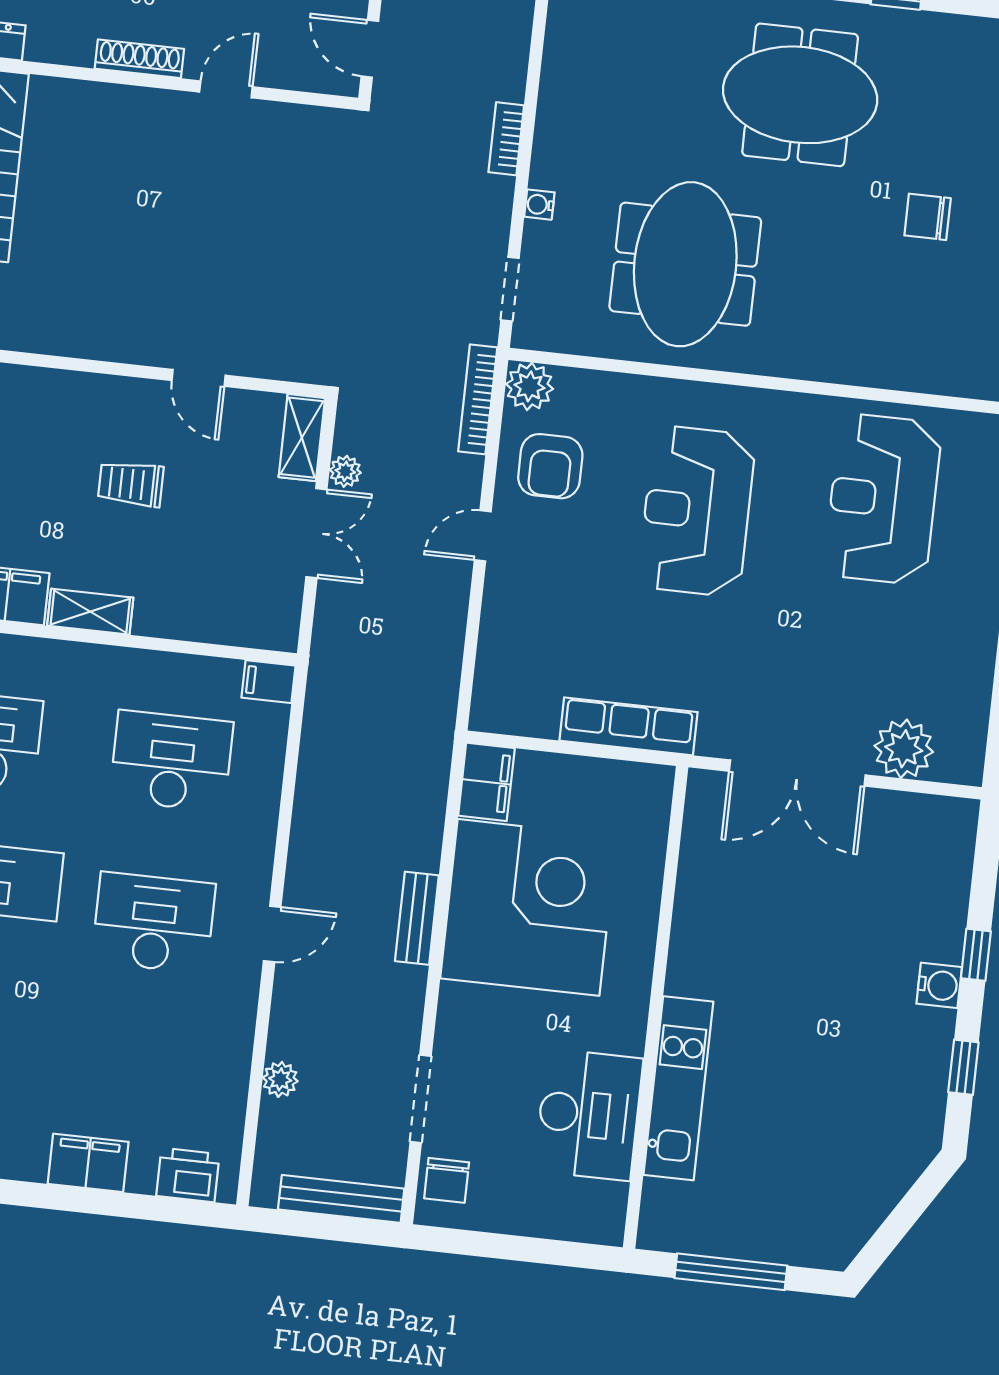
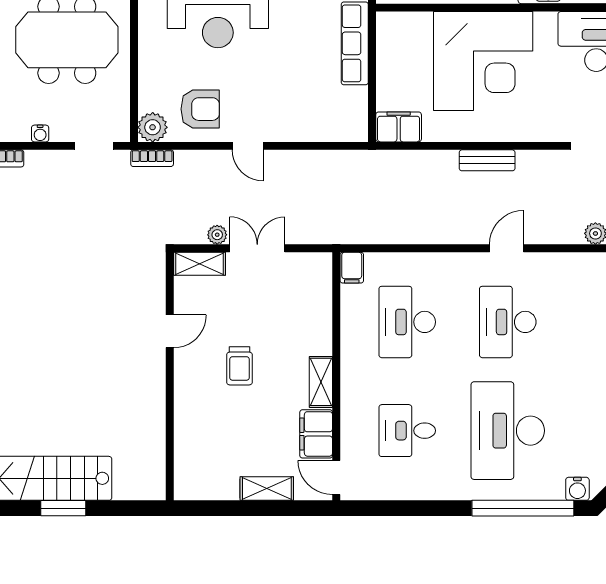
bookcase: (478, 399) -> (152, 158), width x0.64
corner desk: (529, 907) -> (483, 61), moved, turned 180
door: (272, 934) -> (507, 248), hinge flipped

